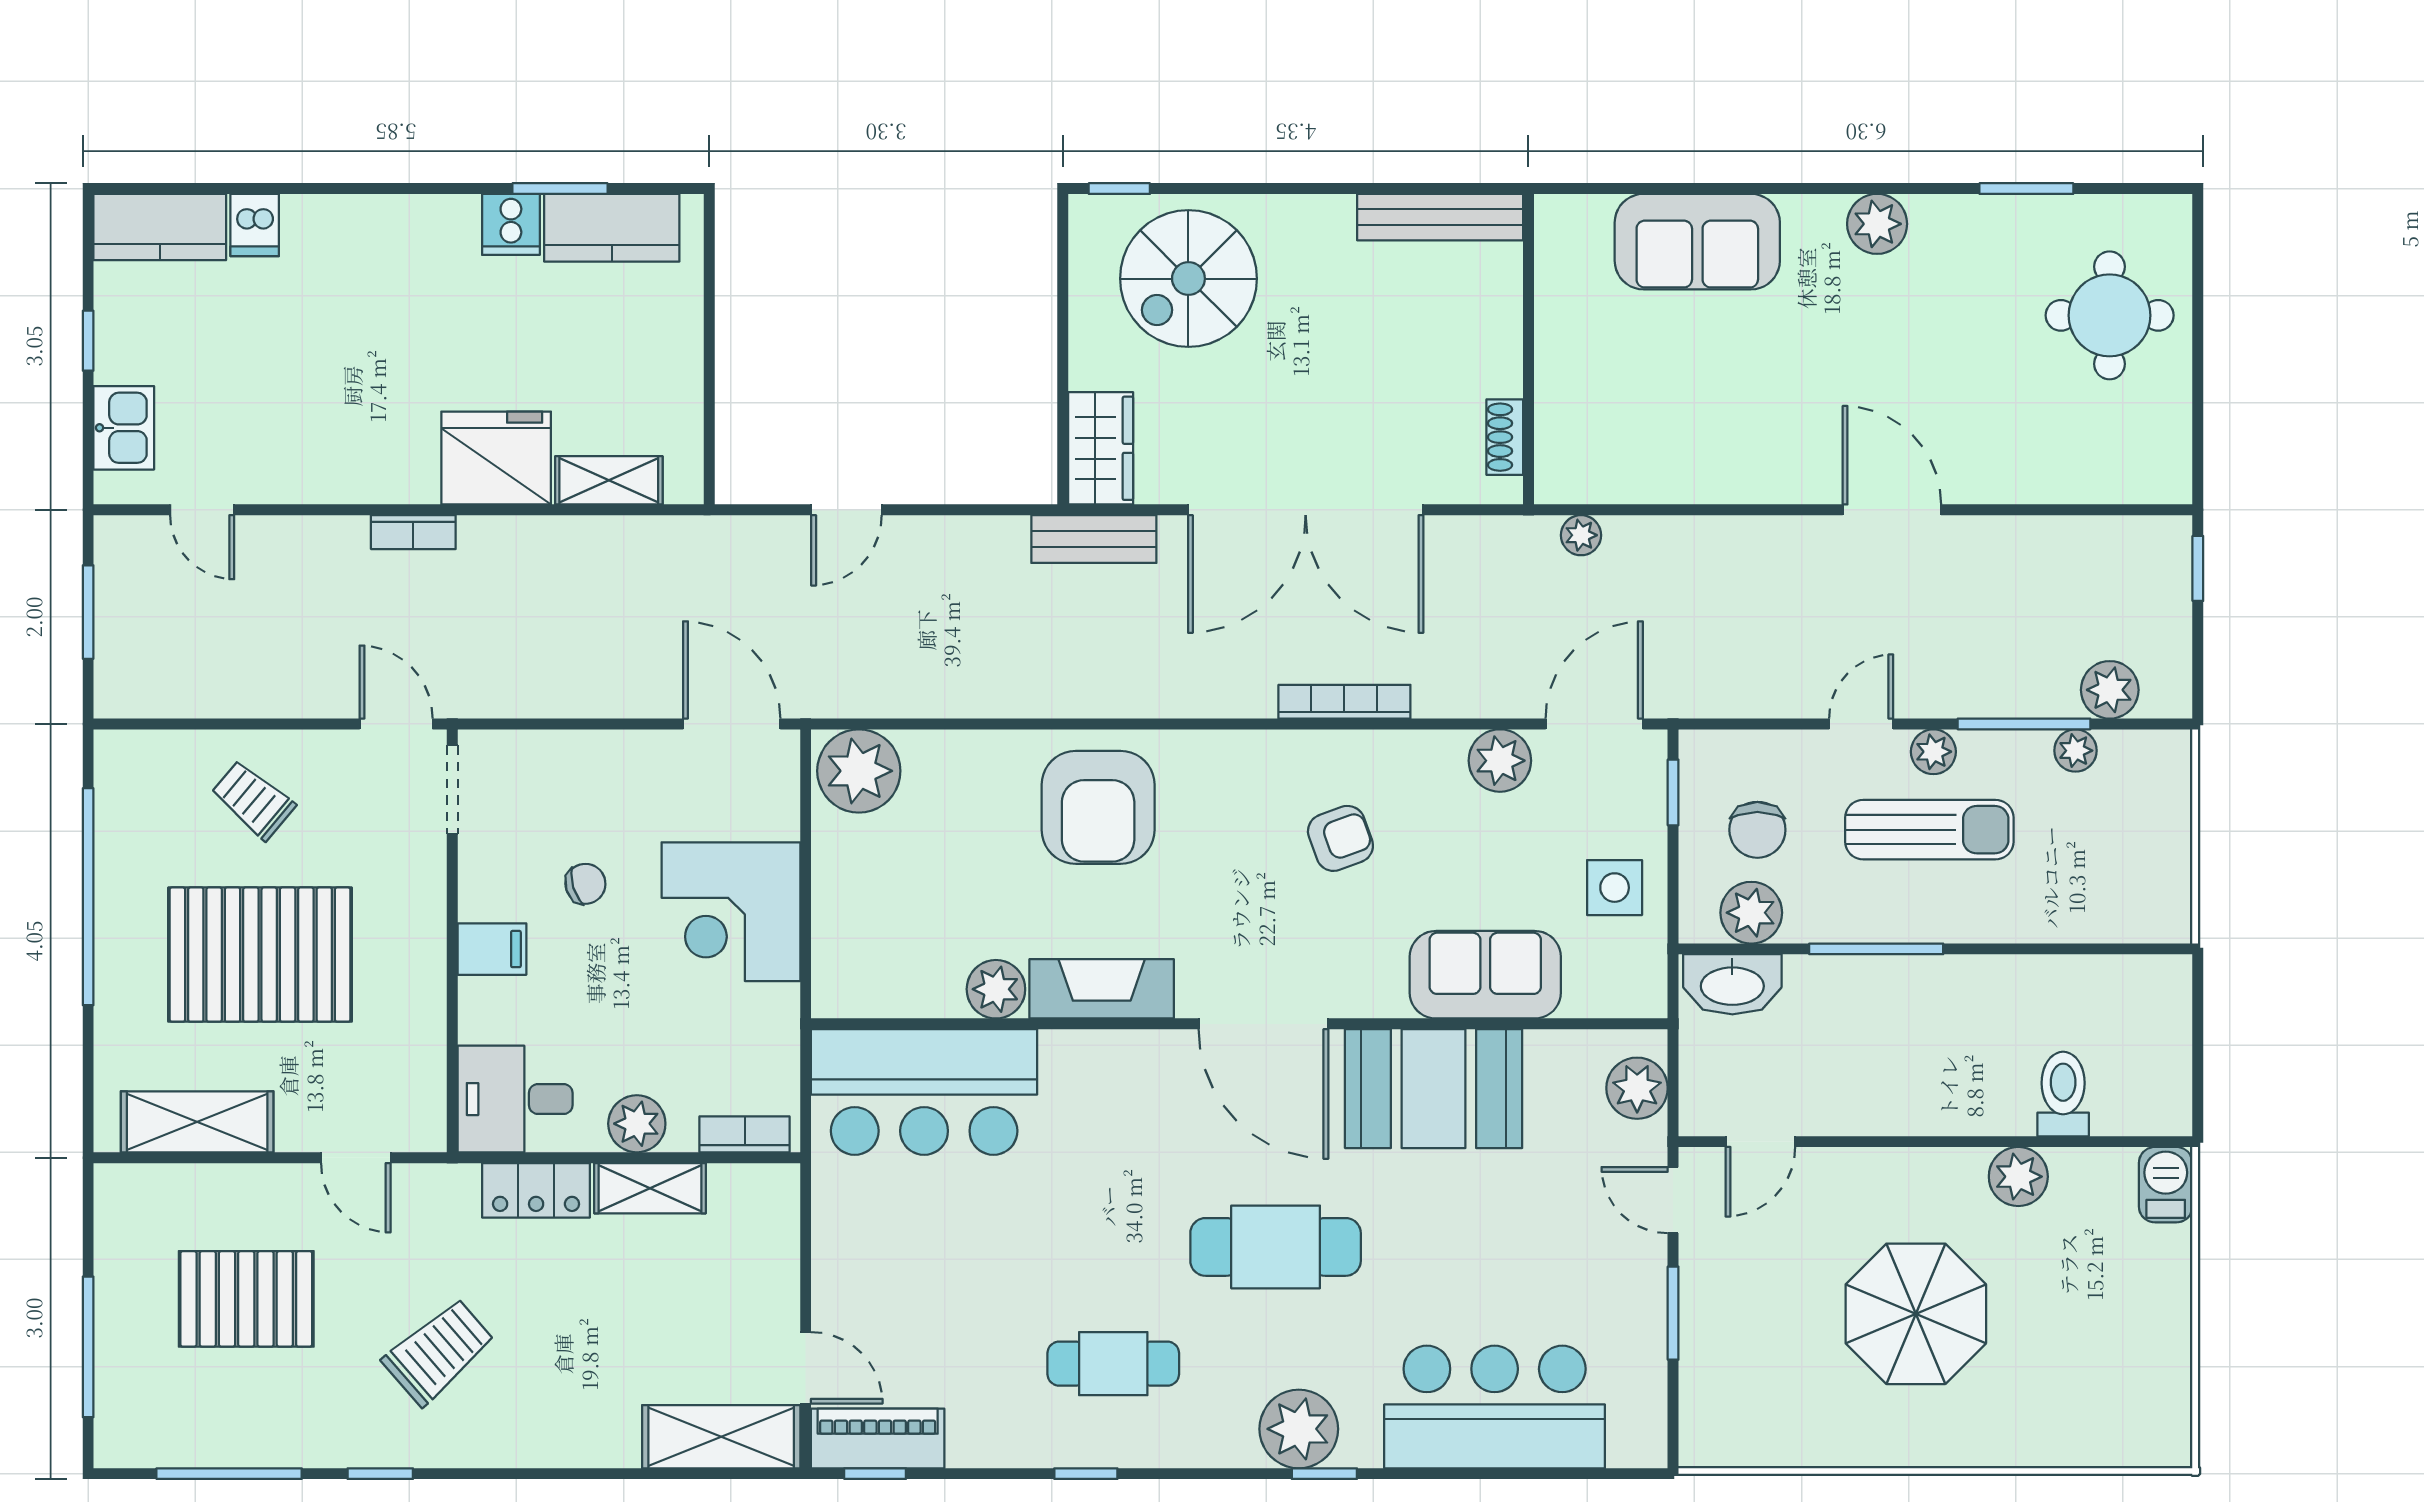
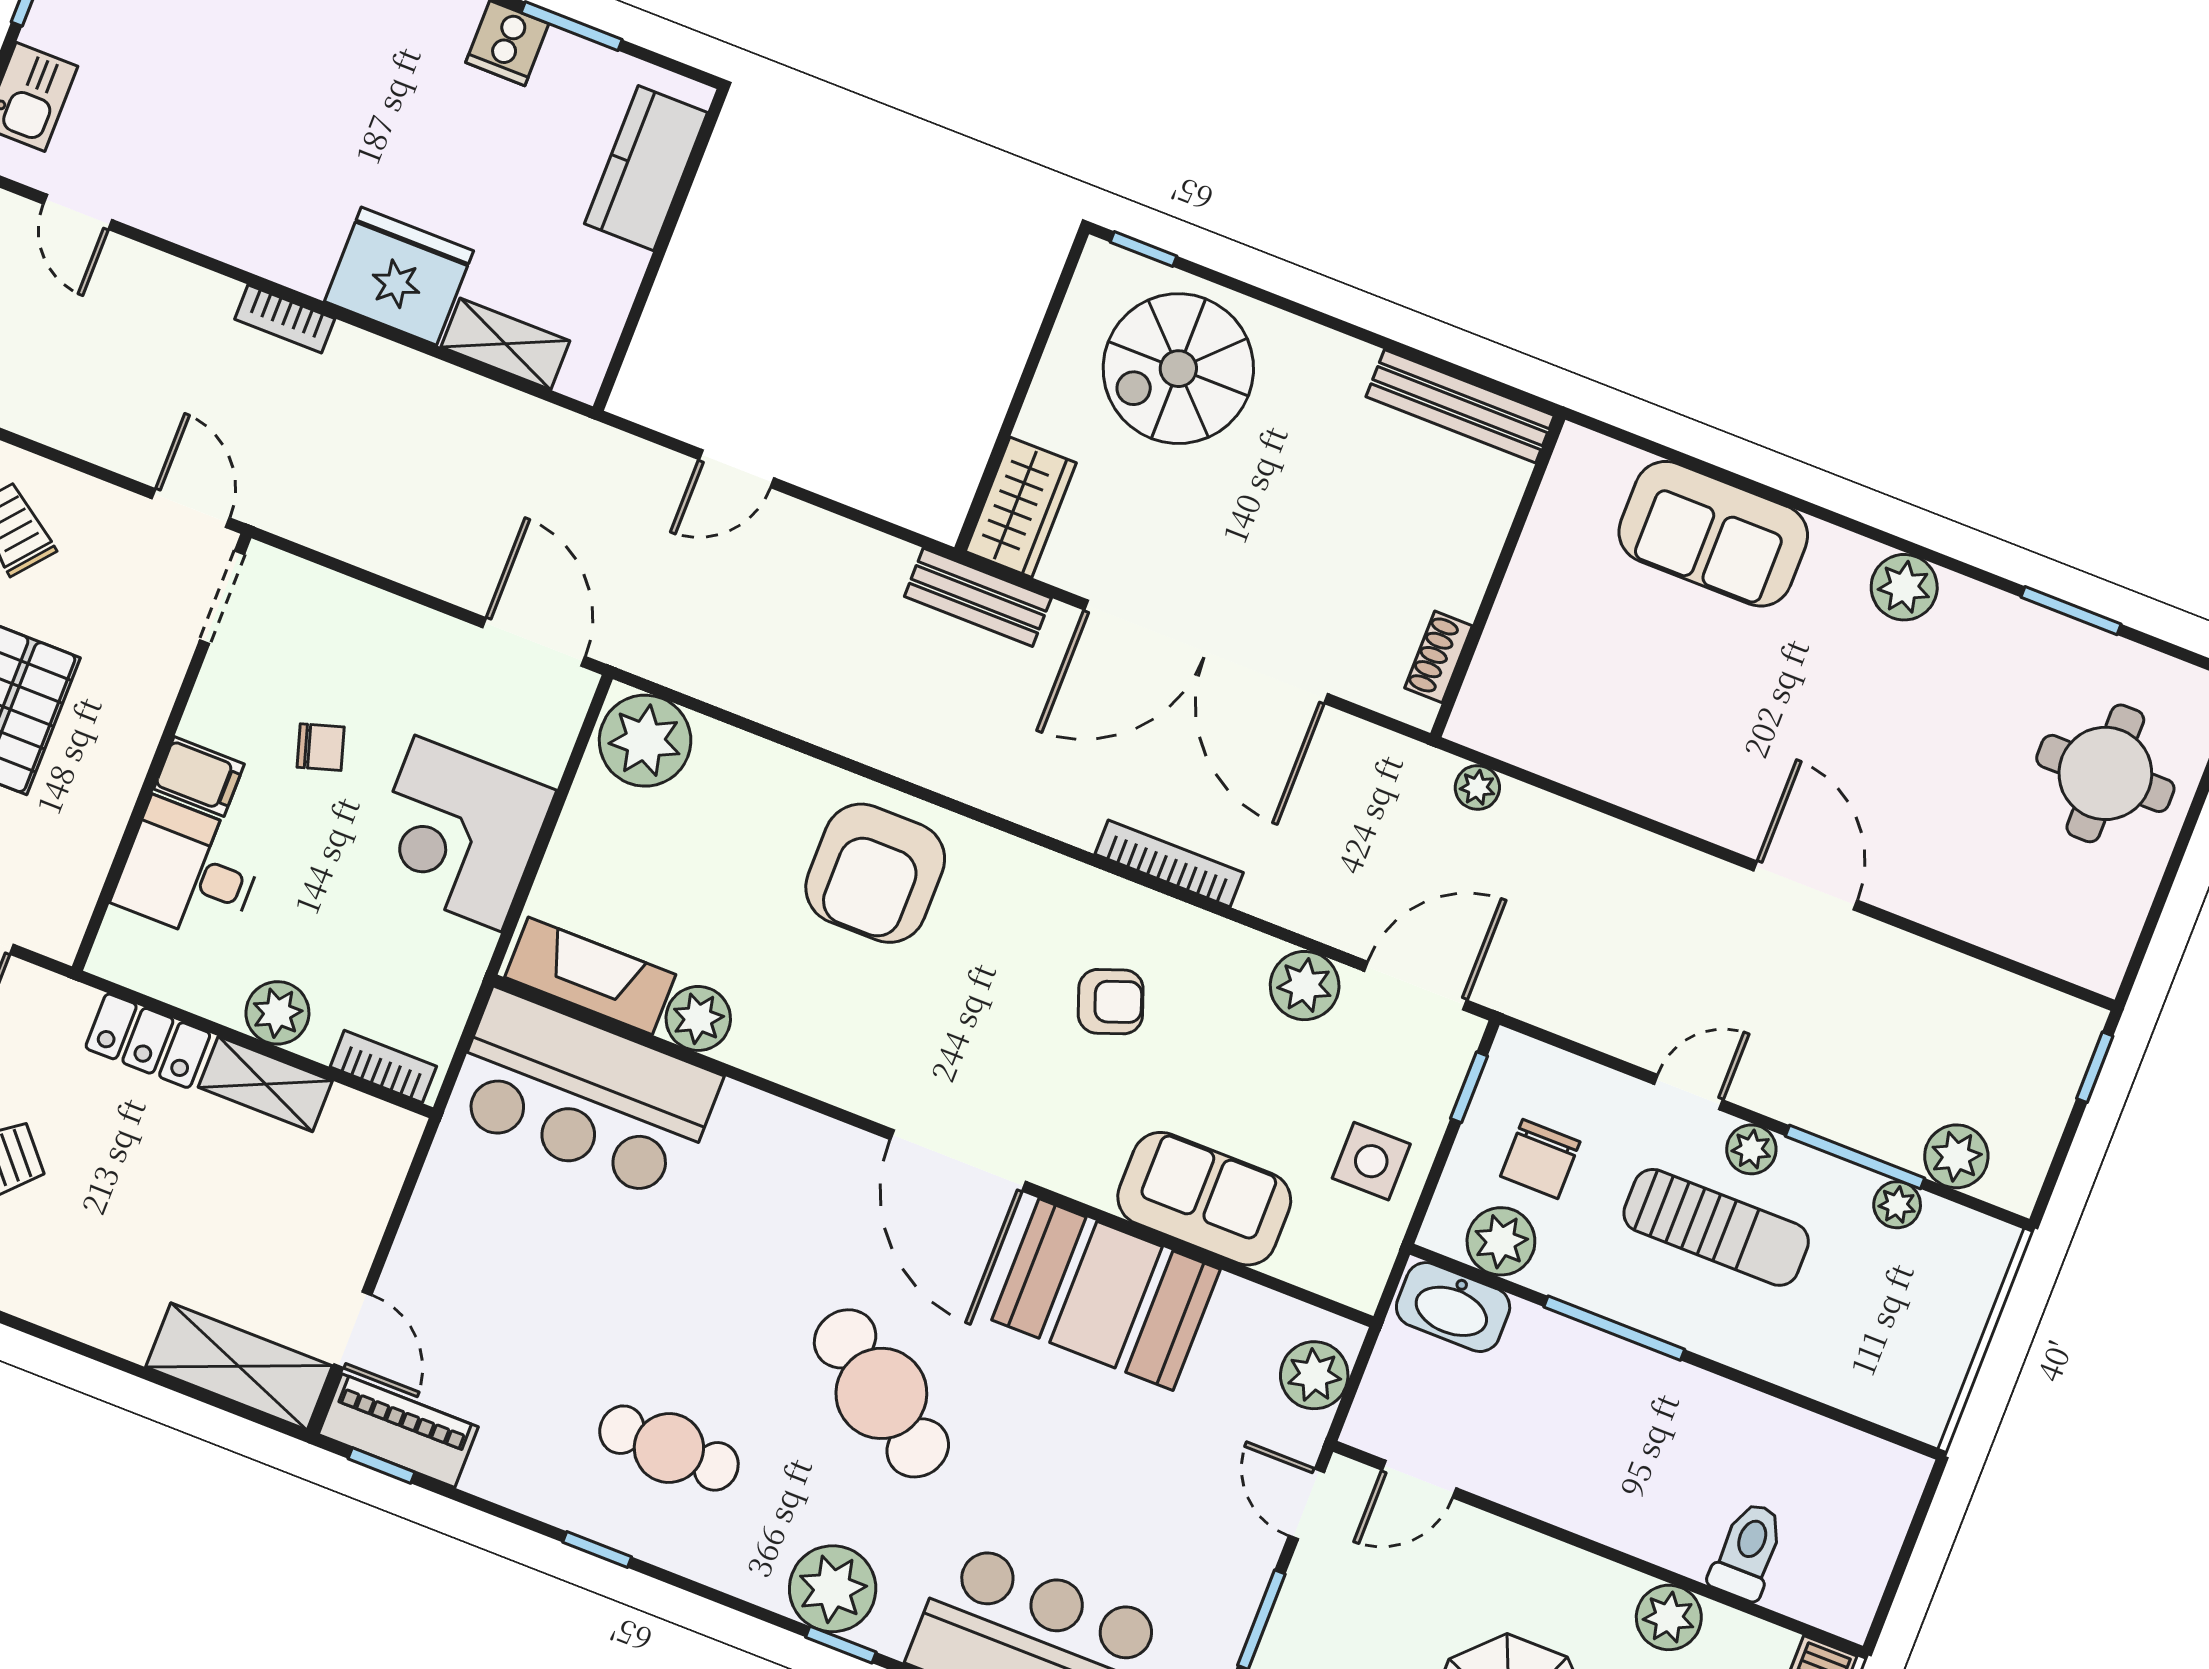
kitchen counter: (612, 228) -> (646, 168), moved, turned 90
fireplace: (1102, 989) -> (590, 976), moved
desk: (515, 1099) -> (189, 871), moved
cafe table: (1276, 1247) -> (881, 1393), turned 35

